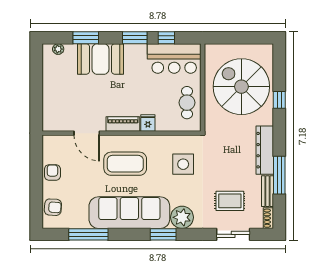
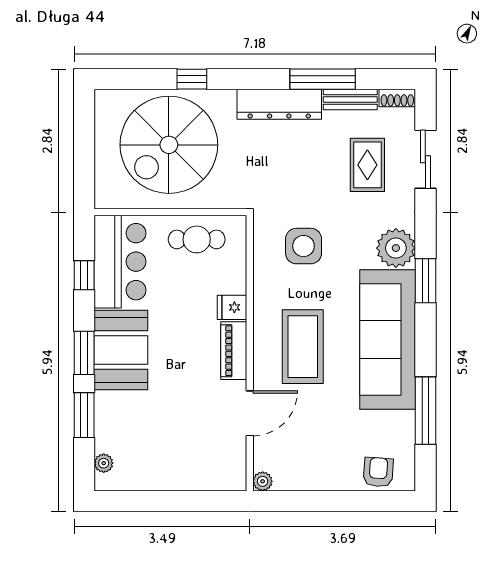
window: (135, 38) -> (84, 353), moved
booth: (100, 59) -> (121, 350), moved
plant: (48, 141) -> (263, 481), added
armchair: (52, 172) -> (318, 473), removed

